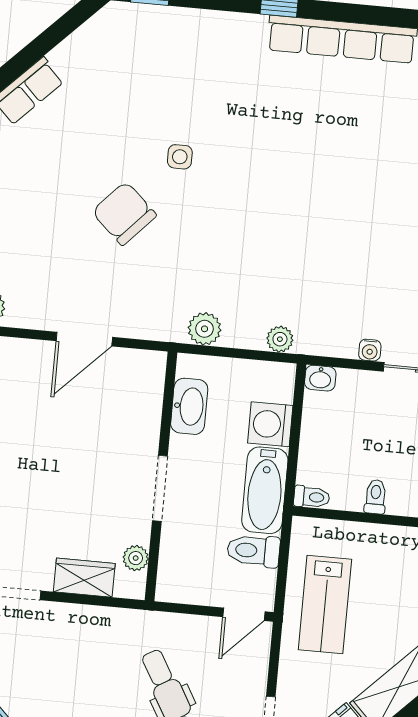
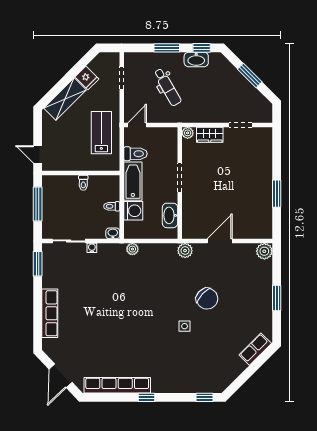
plant: (205, 329) -> (185, 251), moved
toilet: (312, 497) -> (112, 206), moved
plant: (136, 558) -> (188, 133), moved

